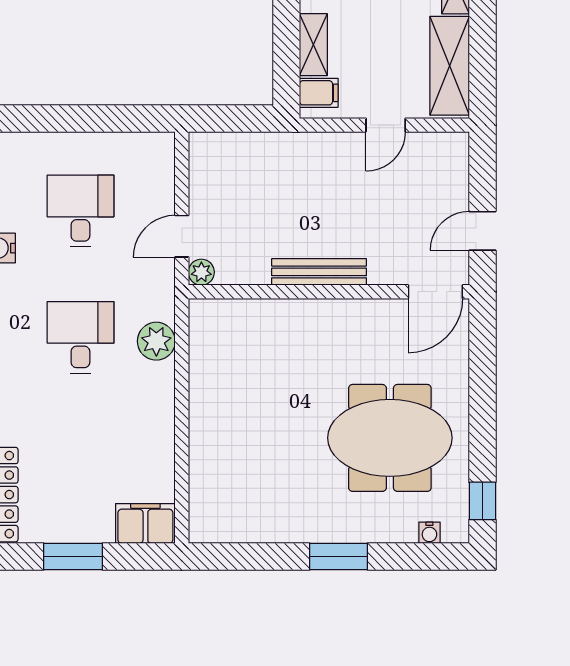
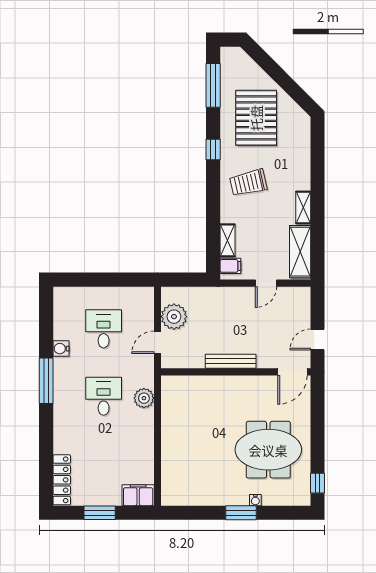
plant: (201, 272) -> (174, 317), moved, width x1.88, depth x1.88
water cooler: (429, 533) -> (255, 500), moved

